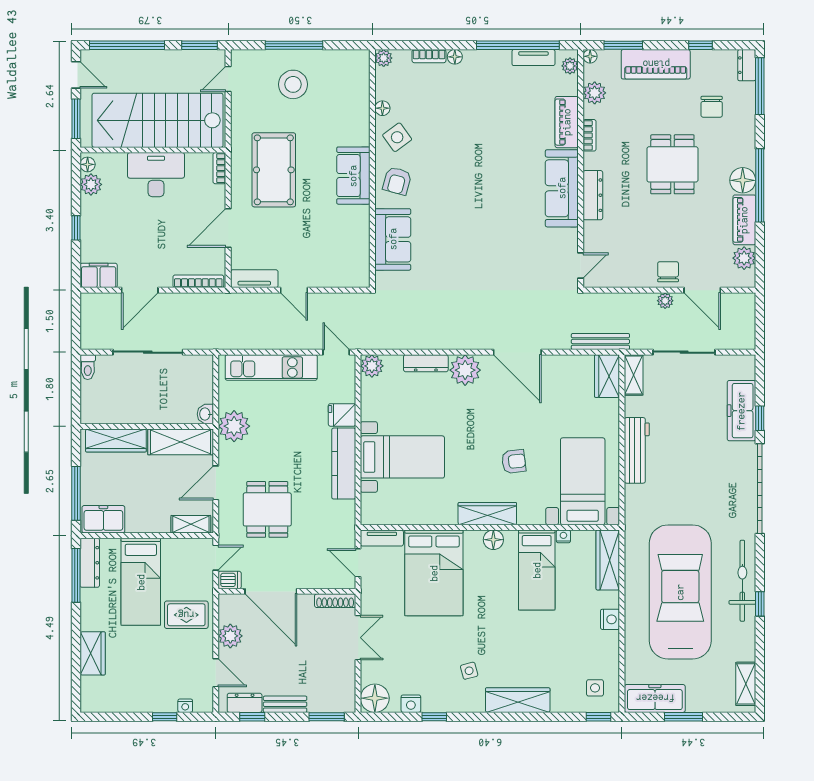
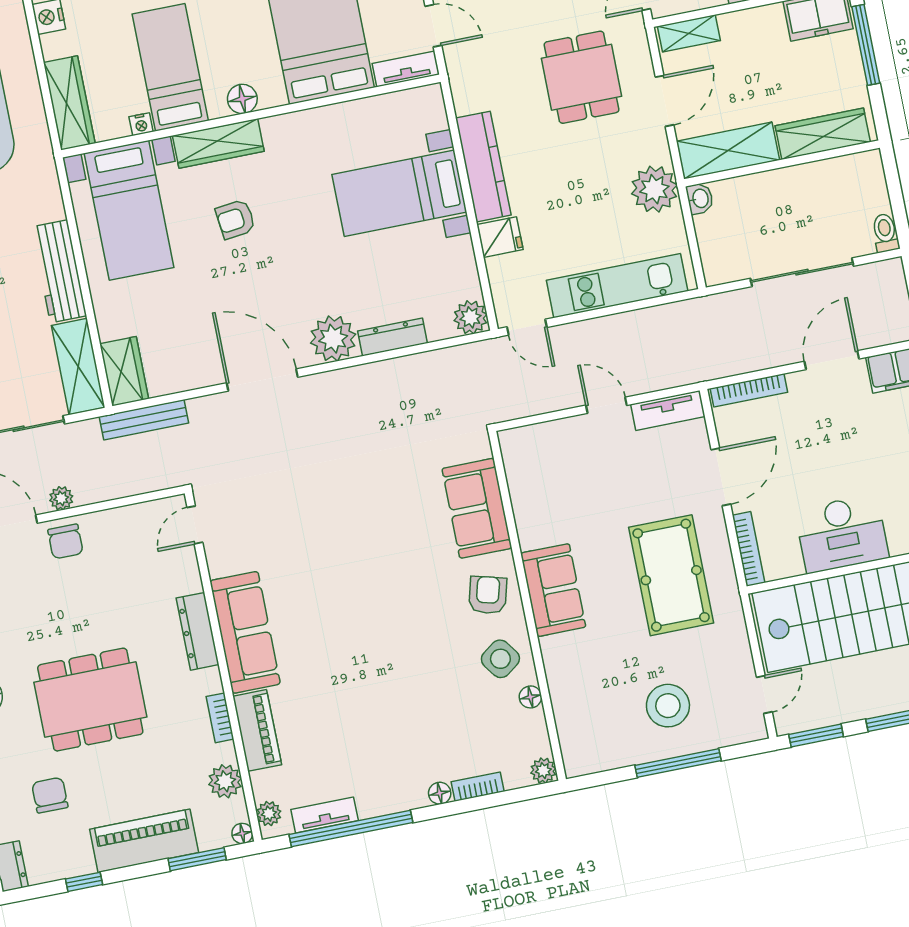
dining table: (672, 164) -> (90, 700), width x1.38
bookcase: (219, 168) -> (749, 549), width x1.56
shelving: (634, 375) -> (78, 367), width x1.50, depth x1.33
wardrobe: (487, 514) -> (218, 143), moved

